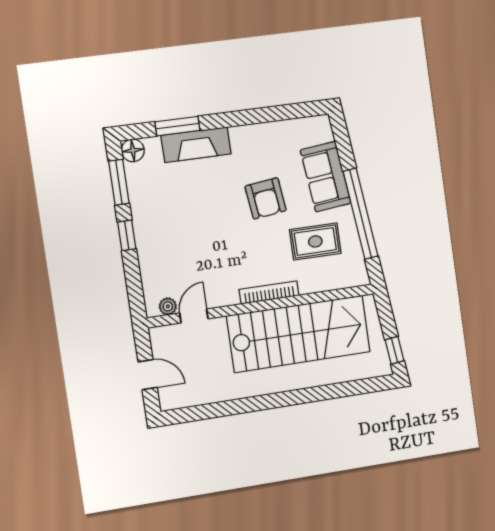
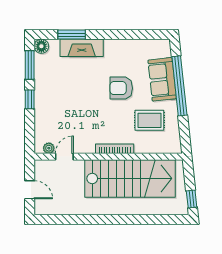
armchair: (266, 198) -> (121, 88), turned 97
window: (361, 214) -> (179, 86), moved

